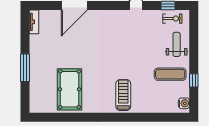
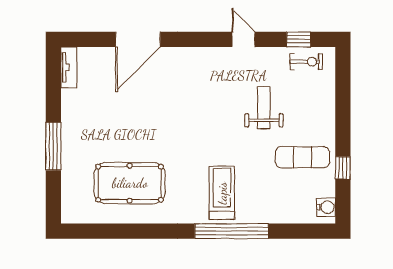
weight bench: (177, 44) -> (264, 108), moved
pool table: (69, 89) -> (130, 183), turned 90
window: (129, 117) -> (232, 231), added

